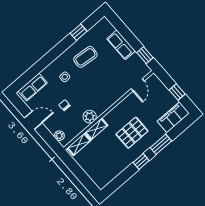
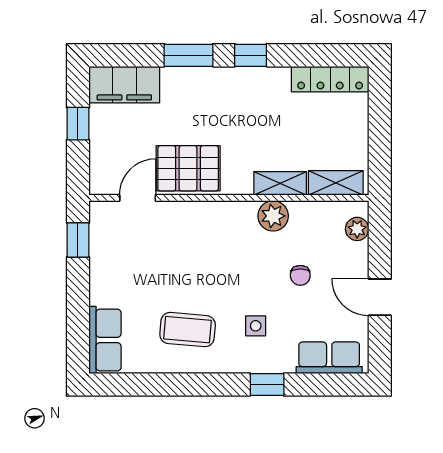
window: (79, 32) -> (267, 384), moved
row of seats: (121, 45) -> (105, 340), moved
pallet: (132, 133) -> (188, 168), moved
locker: (109, 176) -> (330, 79), added

